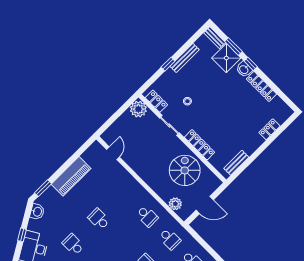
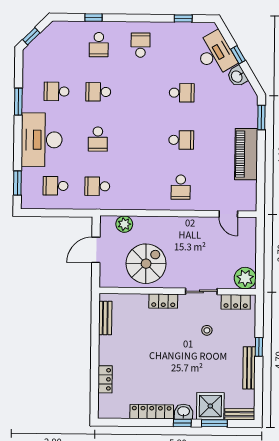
locker: (200, 145) -> (163, 301), width x0.66
spiral stairs: (185, 170) -> (146, 264), turned -90
washbasin: (37, 212) -> (237, 76), moved
school desk: (147, 216) -> (181, 187), moved, turned -90

